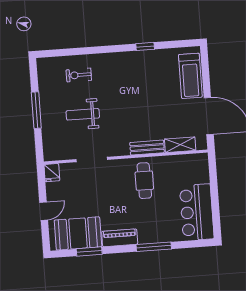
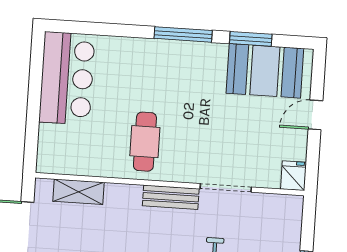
bench: (147, 148) -> (171, 197), moved
piano: (120, 238) -> (198, 54), removed
window: (154, 247) -> (183, 34), moved

